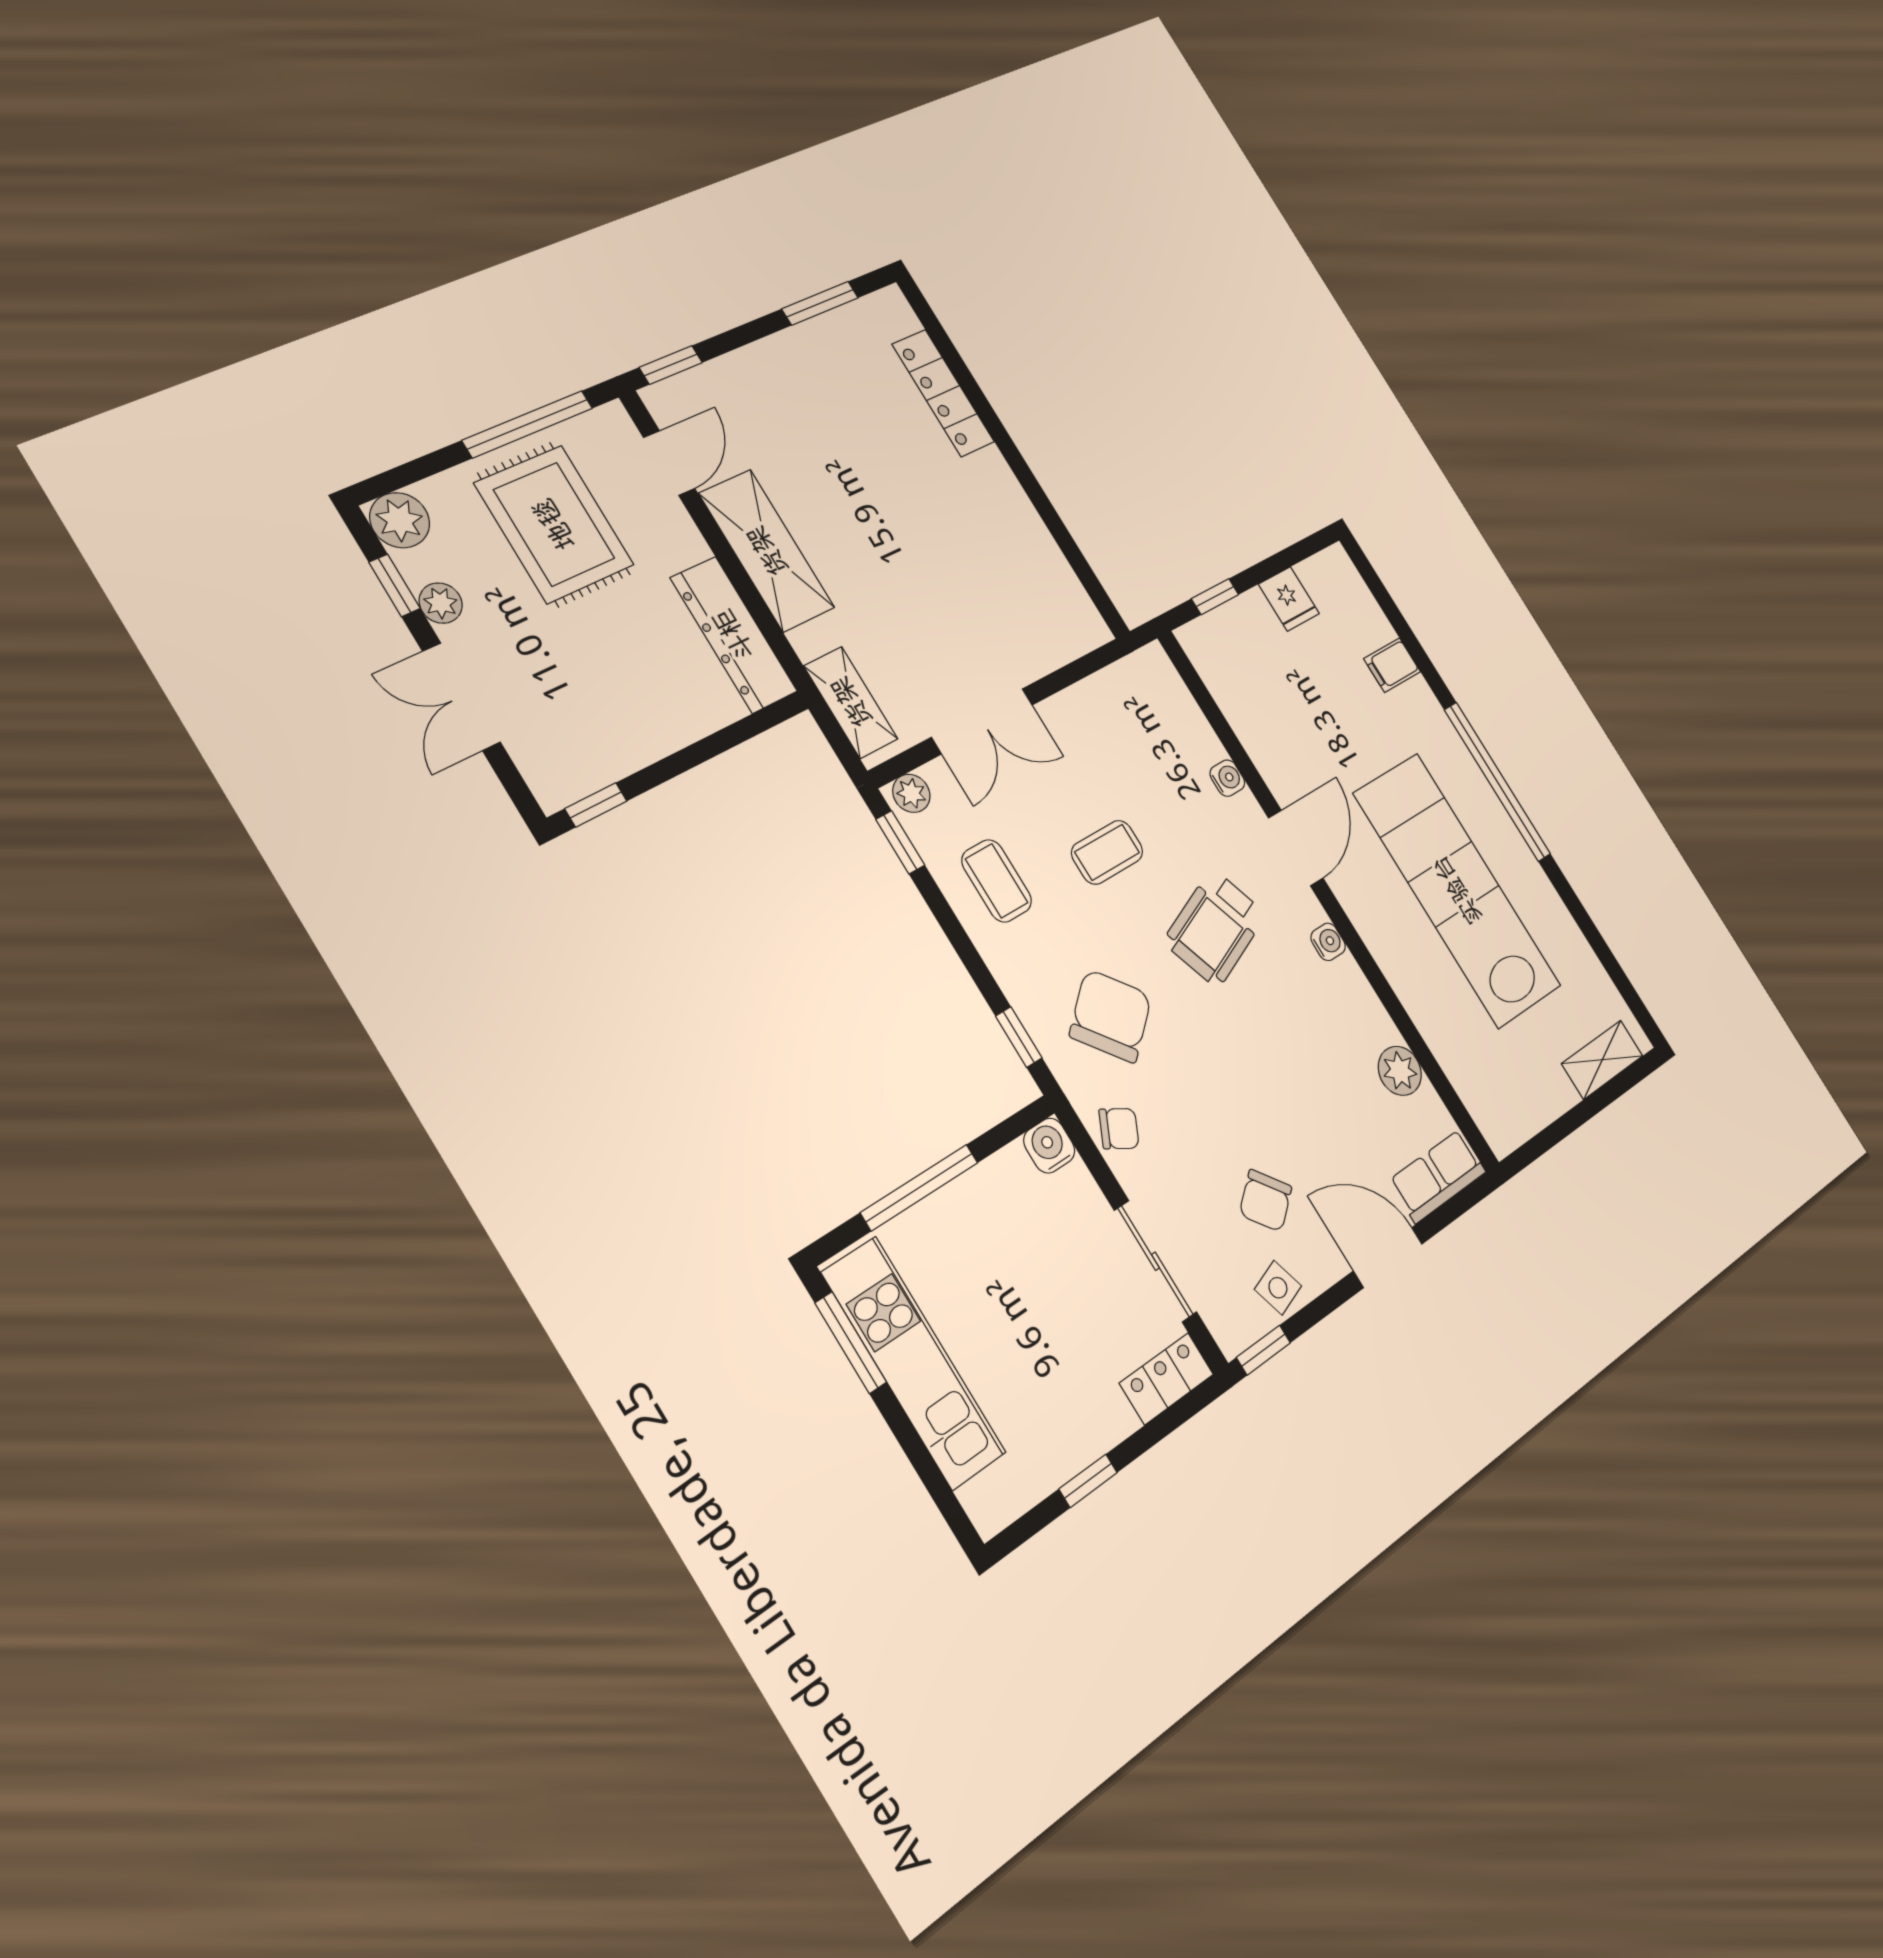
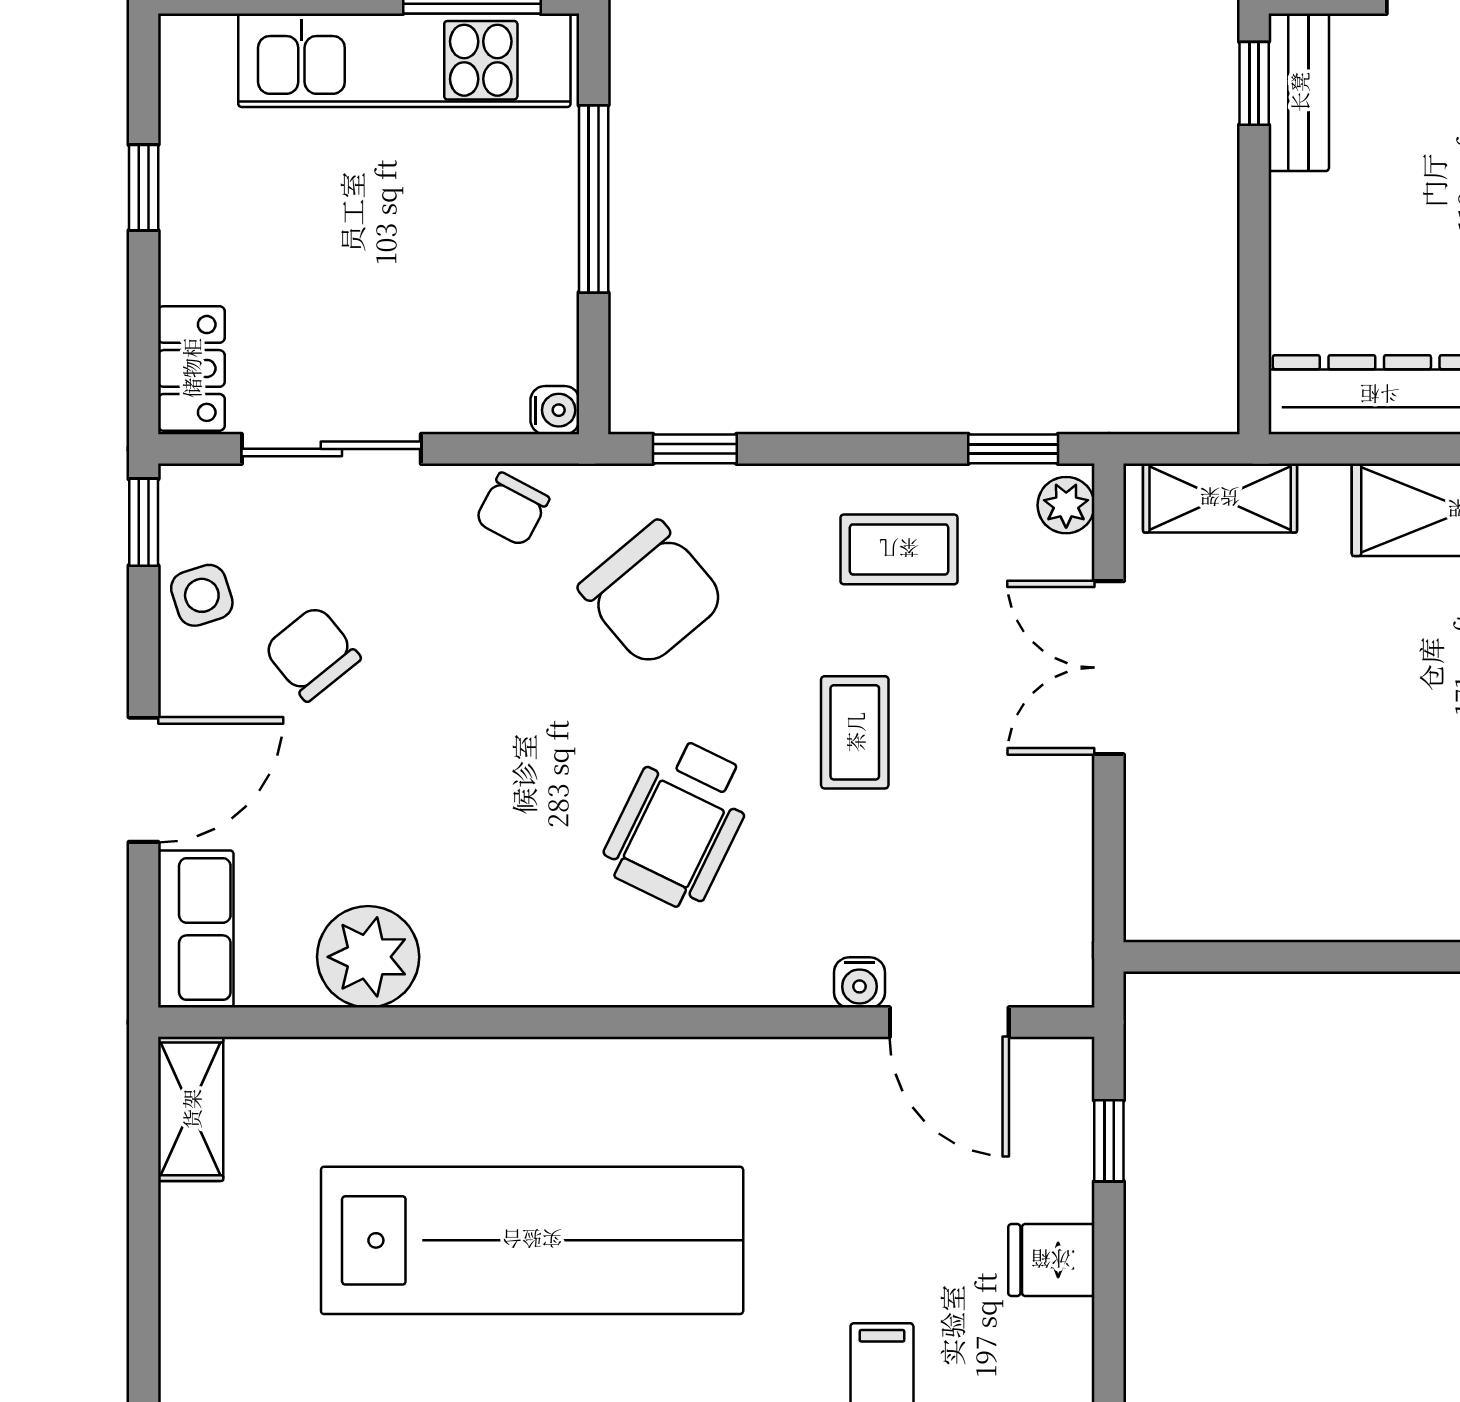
bench: (584, 774) -> (1299, 92), added
door: (1296, 848) -> (949, 1022), moved
wheelchair: (1215, 928) -> (679, 823), turned -133
water cooler: (1328, 942) -> (573, 982), removed
shelving: (1602, 1060) -> (191, 1109), moved
plant: (1400, 1071) -> (368, 957), width x1.36, depth x1.36
water cooler: (1049, 1146) -> (555, 410), width x0.72, depth x0.72

